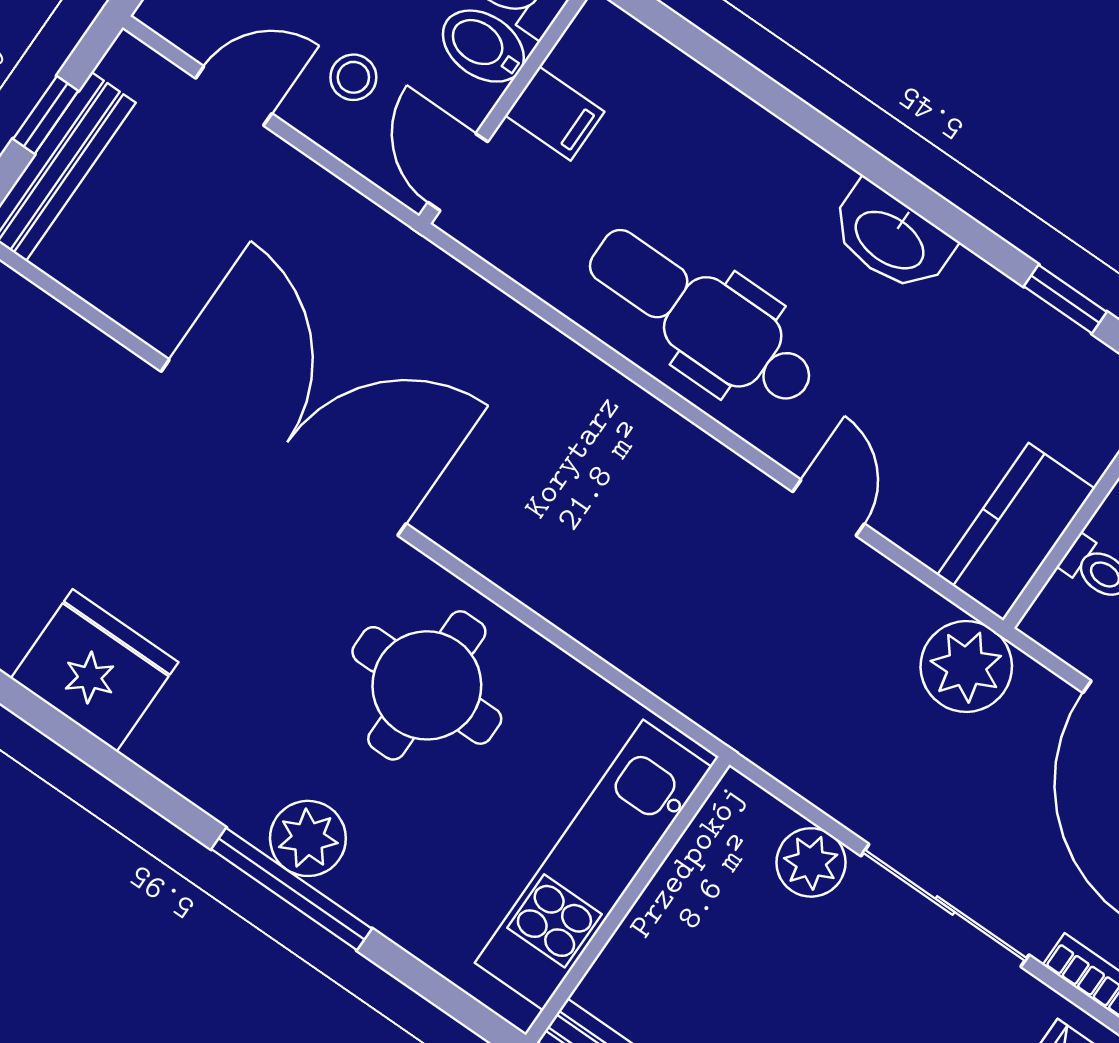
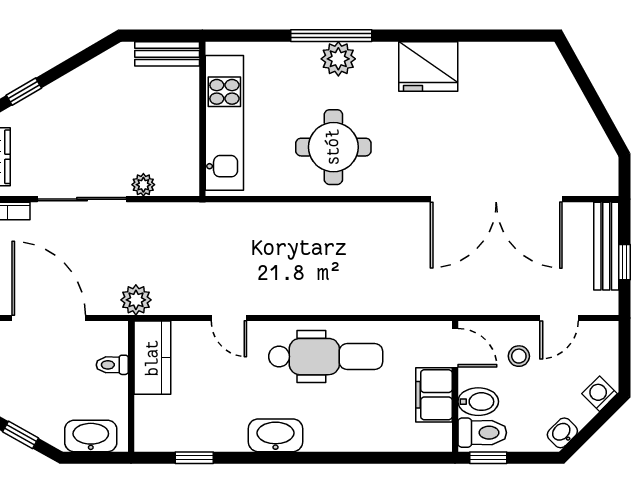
filing cabinet: (555, 114) -> (434, 395), width x2.00
double door: (284, 447) -> (496, 199), moved
plant: (966, 666) -> (136, 300), width x0.73, depth x0.73
fridge: (95, 670) -> (428, 66), moved
plant: (811, 862) -> (143, 185), width x0.73, depth x0.73

